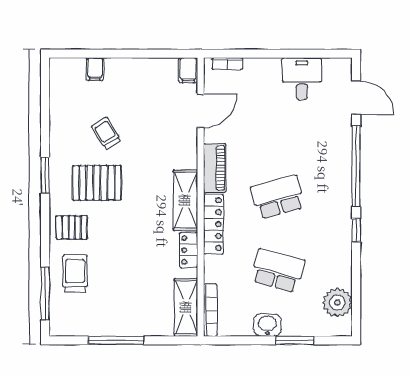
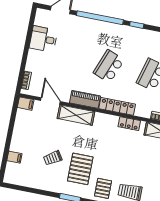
school desk: (278, 197) -> (109, 66), turned 36
shelving: (185, 200) -> (76, 115), moved

